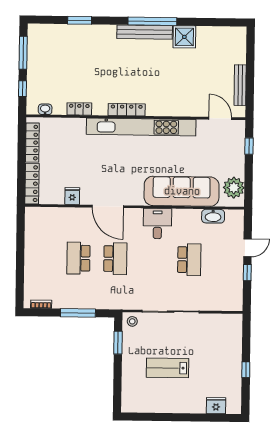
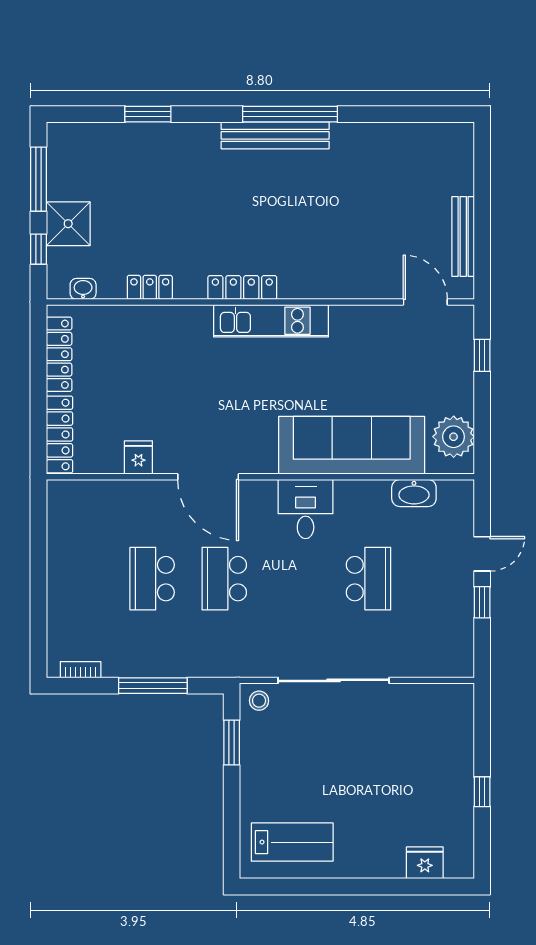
shower: (184, 37) -> (68, 224), moved
kitchen unit: (141, 127) -> (271, 321), width x0.54
school desk: (115, 259) -> (224, 579), turned 180
lab bench: (168, 368) -> (292, 842), moved, turned 180

